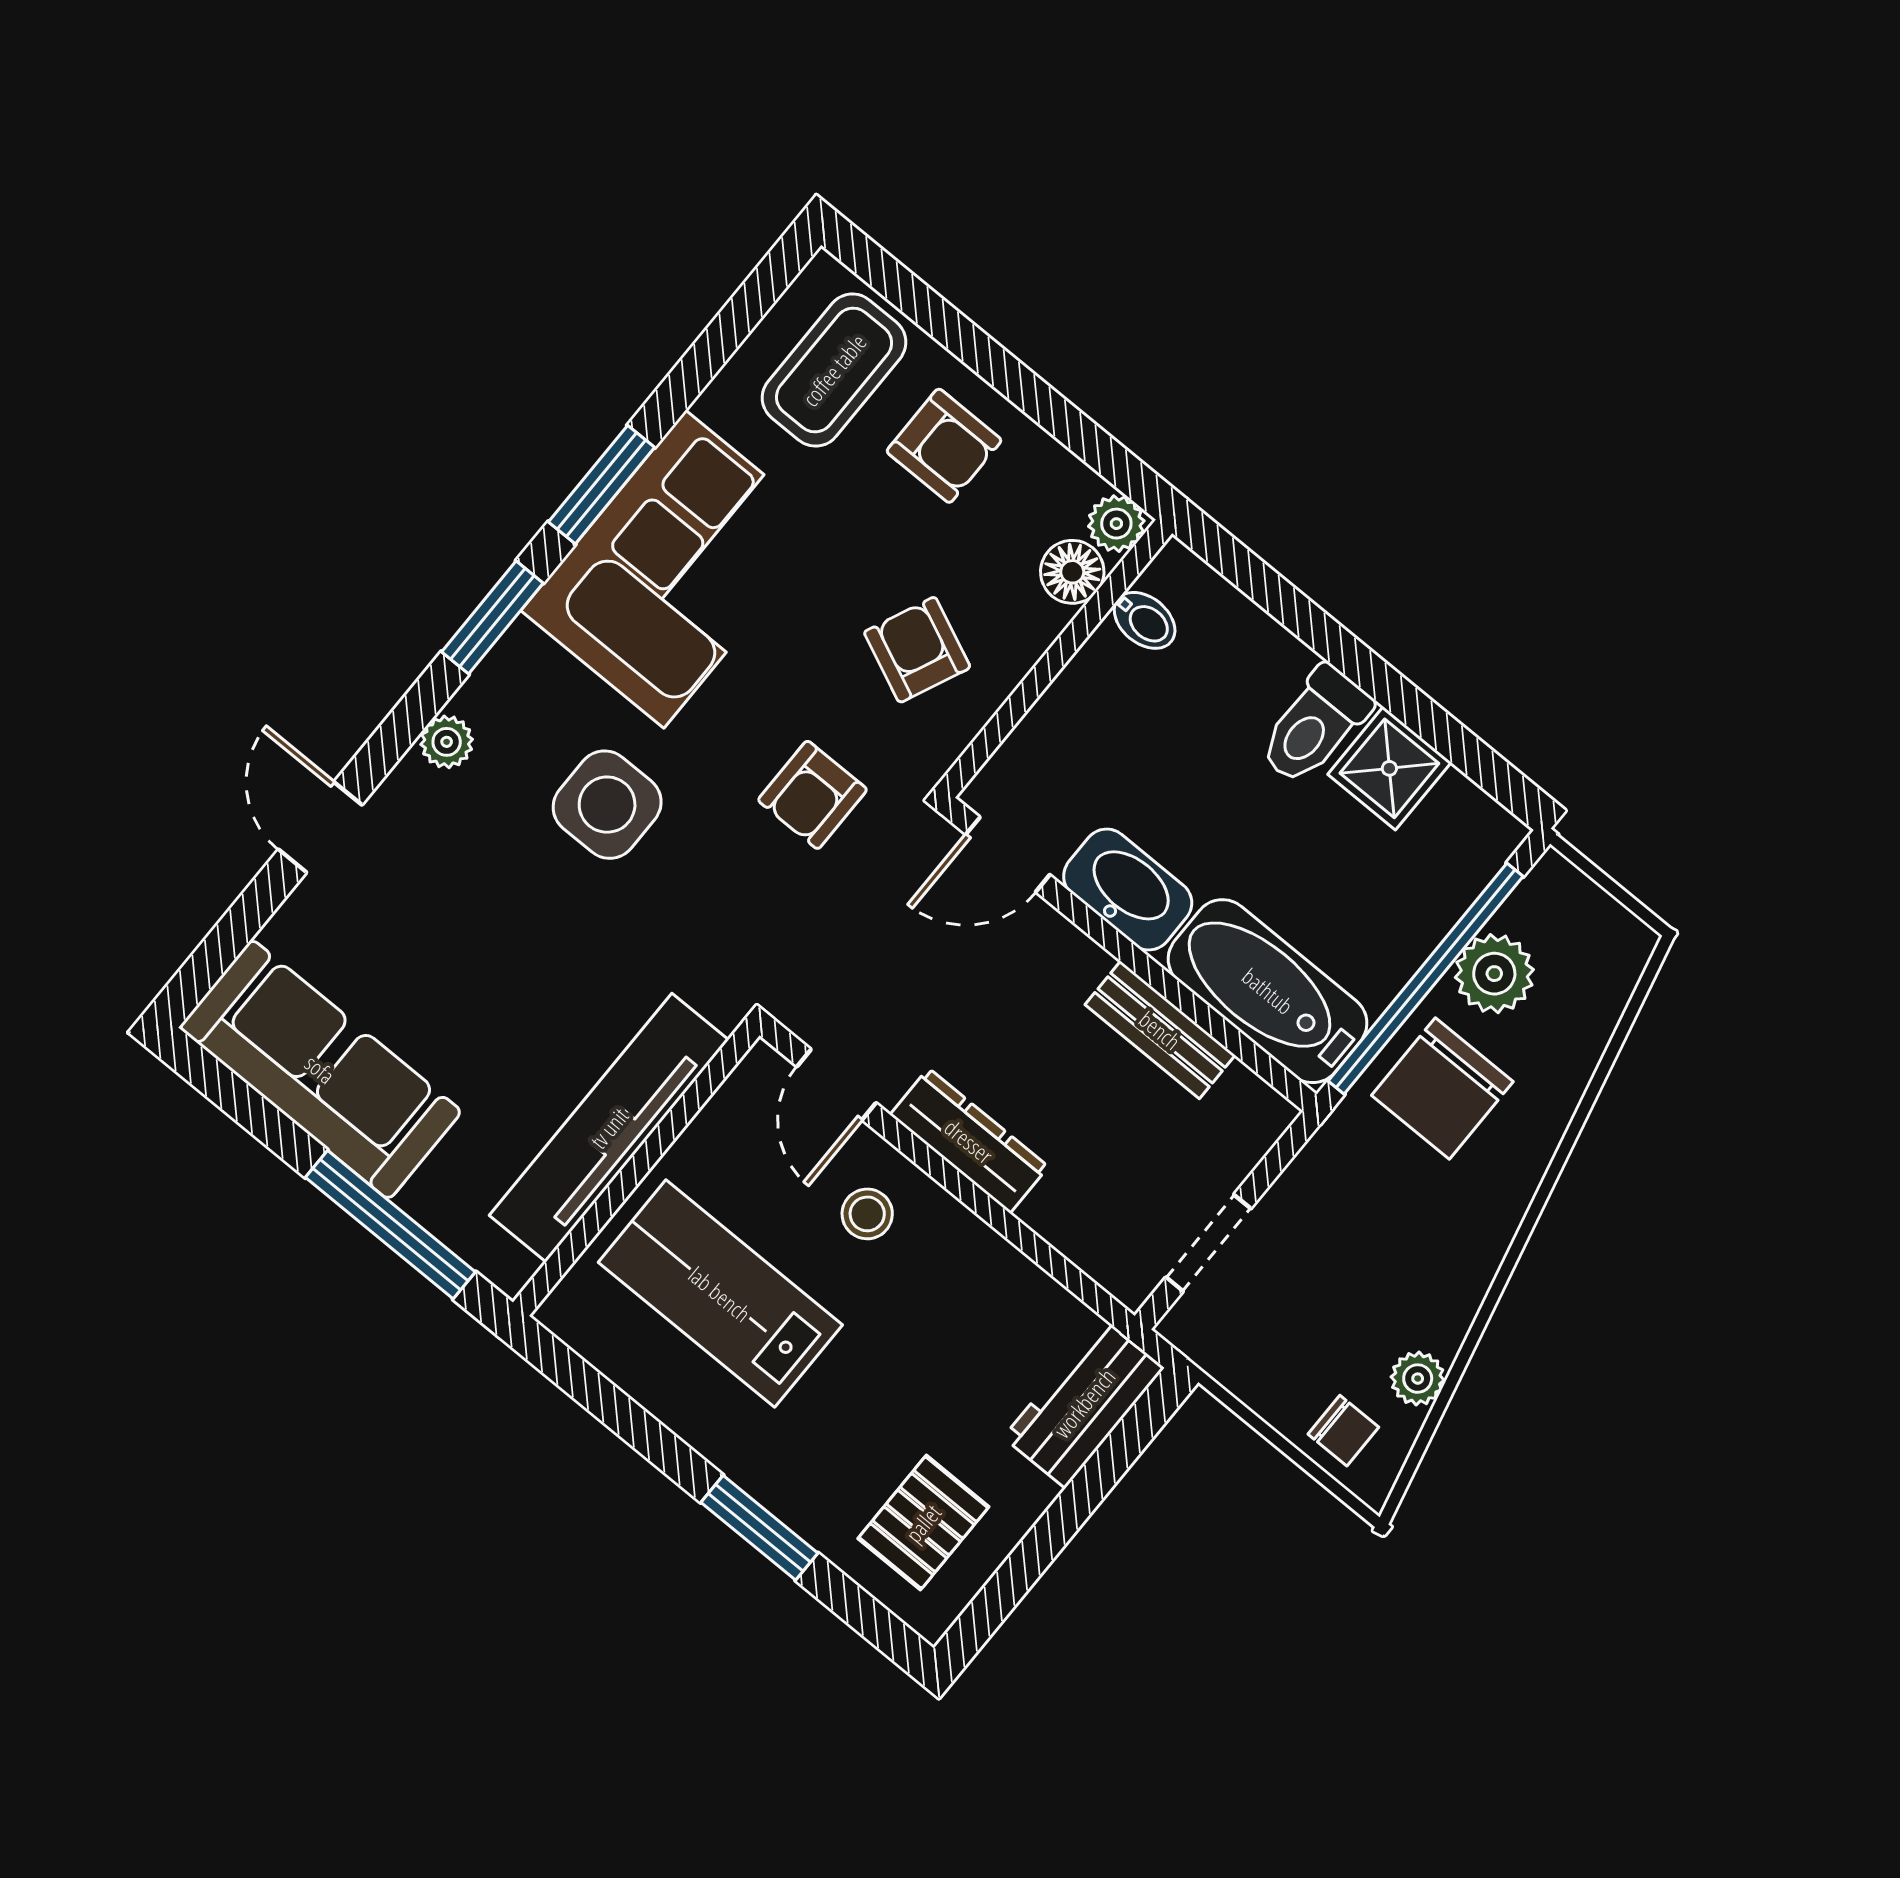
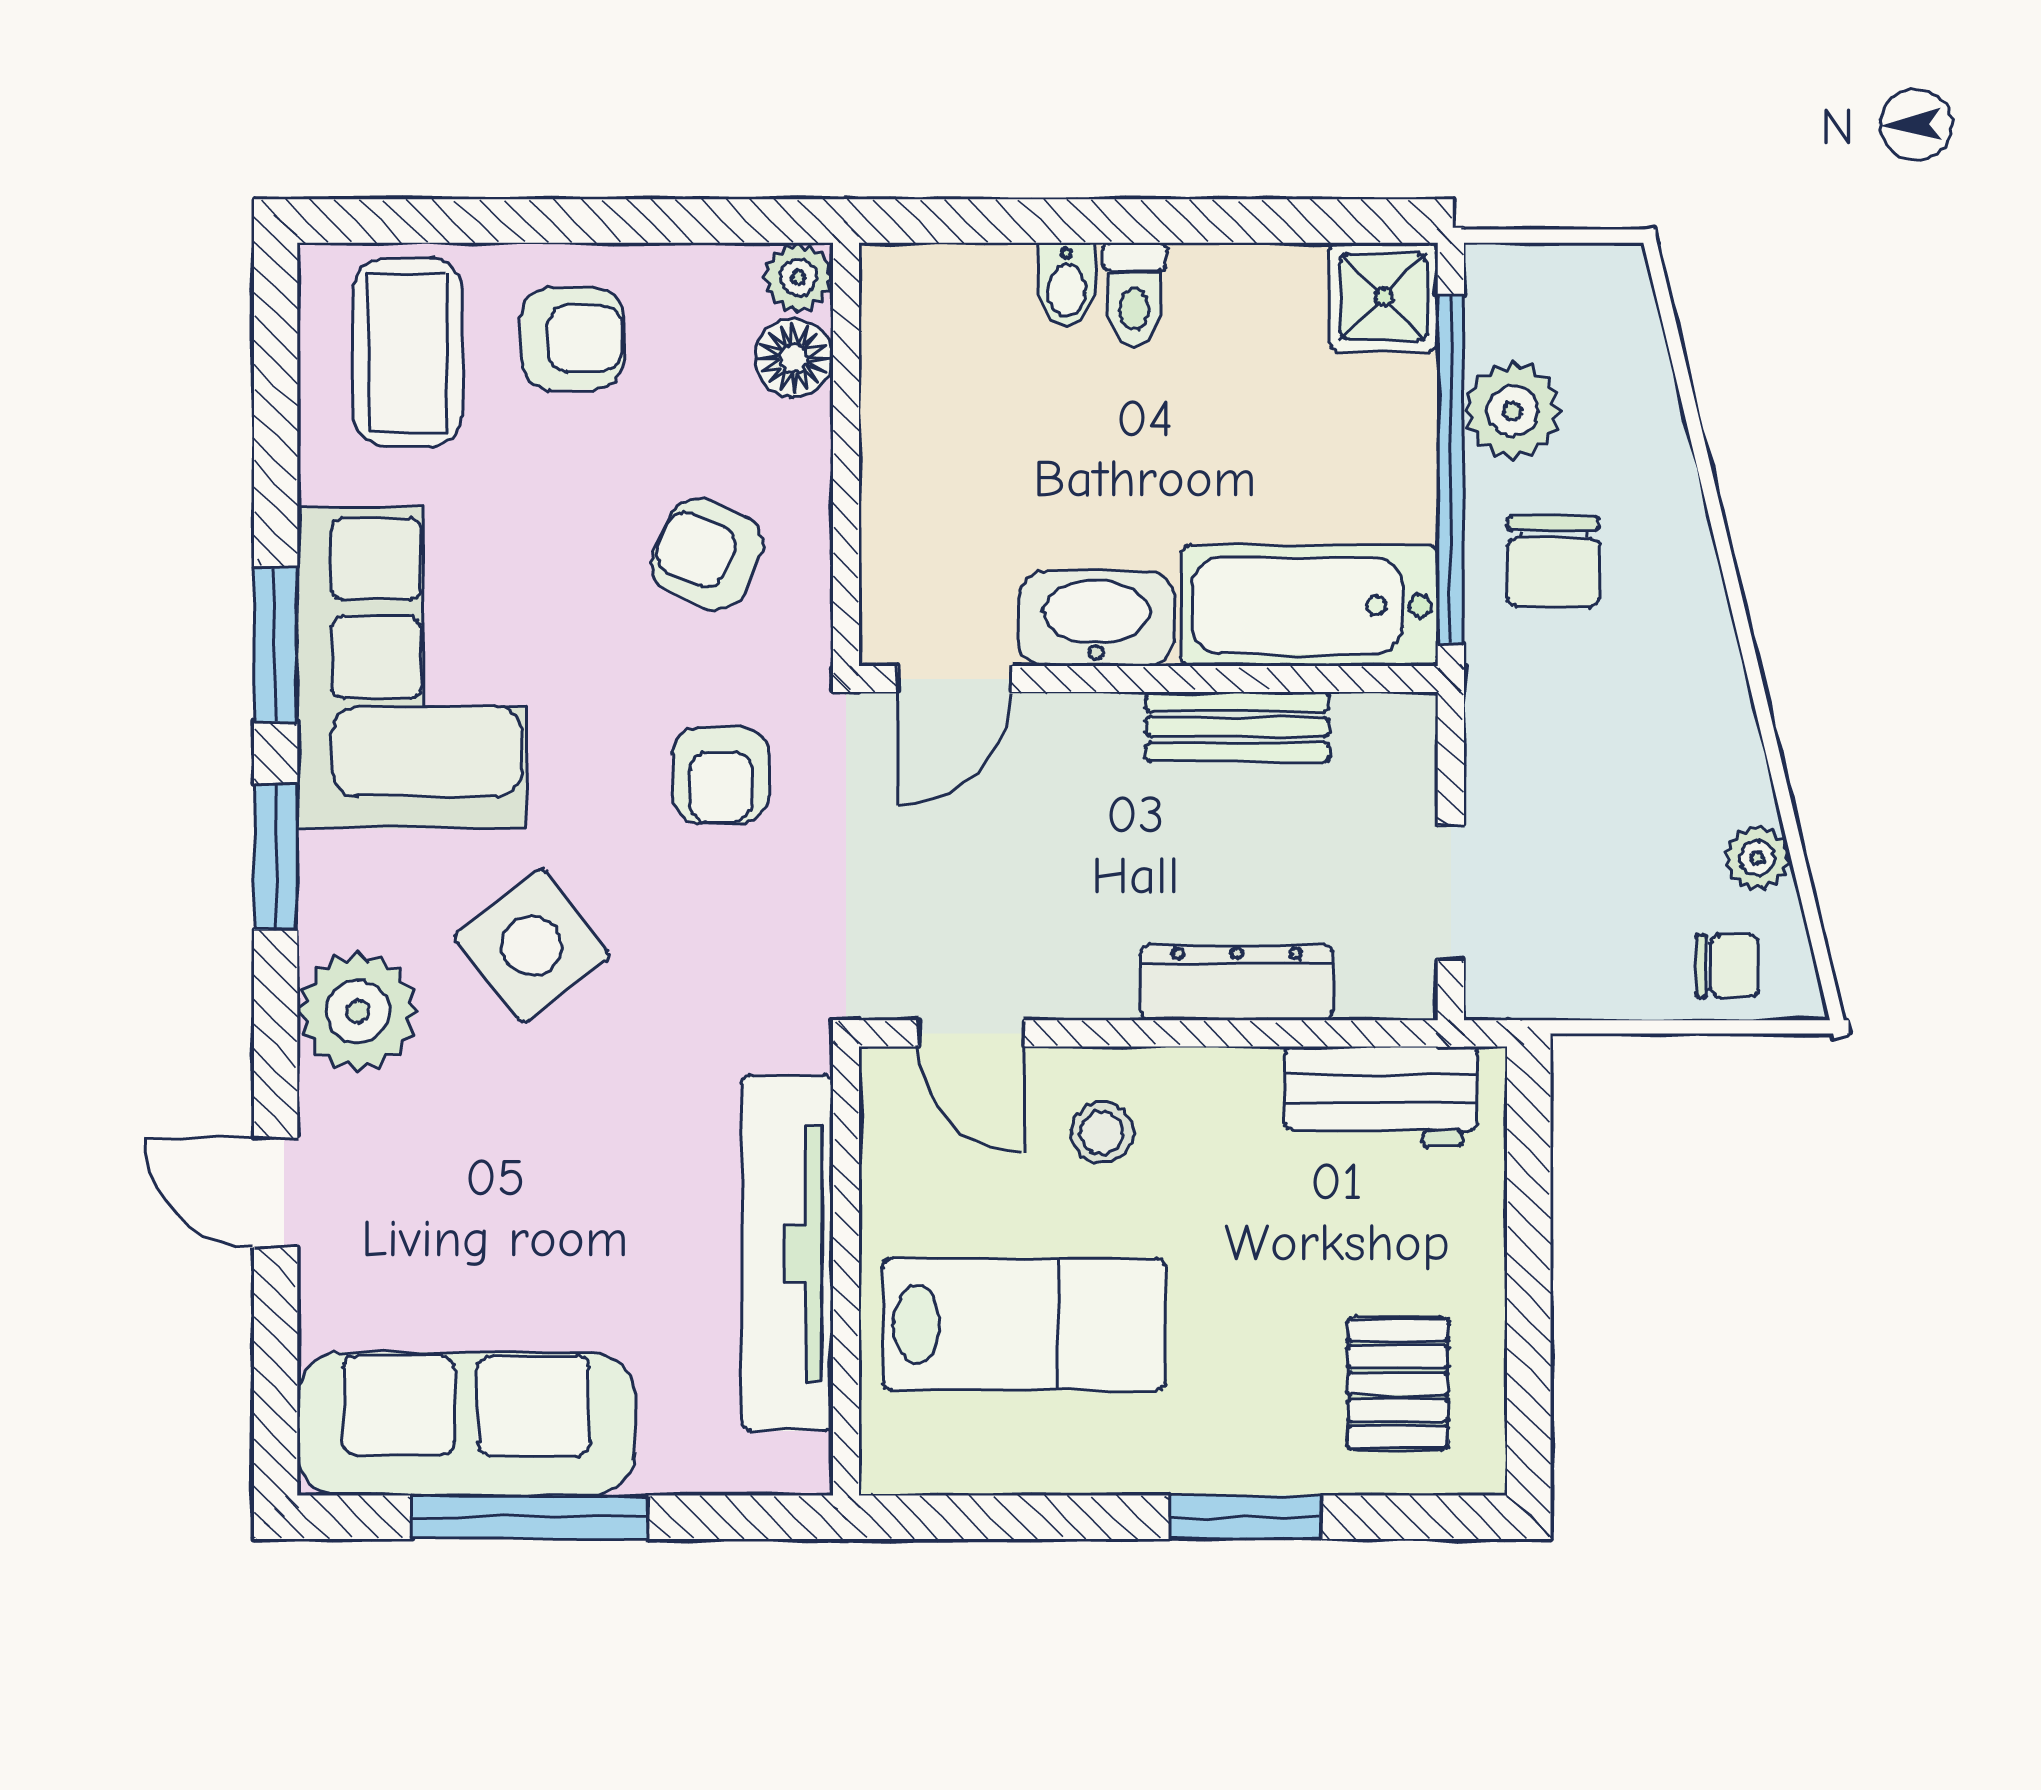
bidet: (1145, 620) -> (1067, 285), moved, turned 90
toilet: (1315, 725) -> (1134, 295), width x0.73, depth x0.72
plant: (447, 742) -> (358, 1012), width x1.88, depth x1.88
shower: (1389, 768) -> (1384, 297), moved
side table: (607, 805) -> (532, 946), turned -38
chair: (1442, 1088) -> (1553, 561), width x0.73, depth x0.73
dresser: (969, 1141) -> (1237, 983), moved
window: (390, 1225) -> (529, 1517), moved
lab bench: (720, 1294) -> (1024, 1324), turned 180
workbench: (1084, 1403) -> (1381, 1096), moved, turned -90

